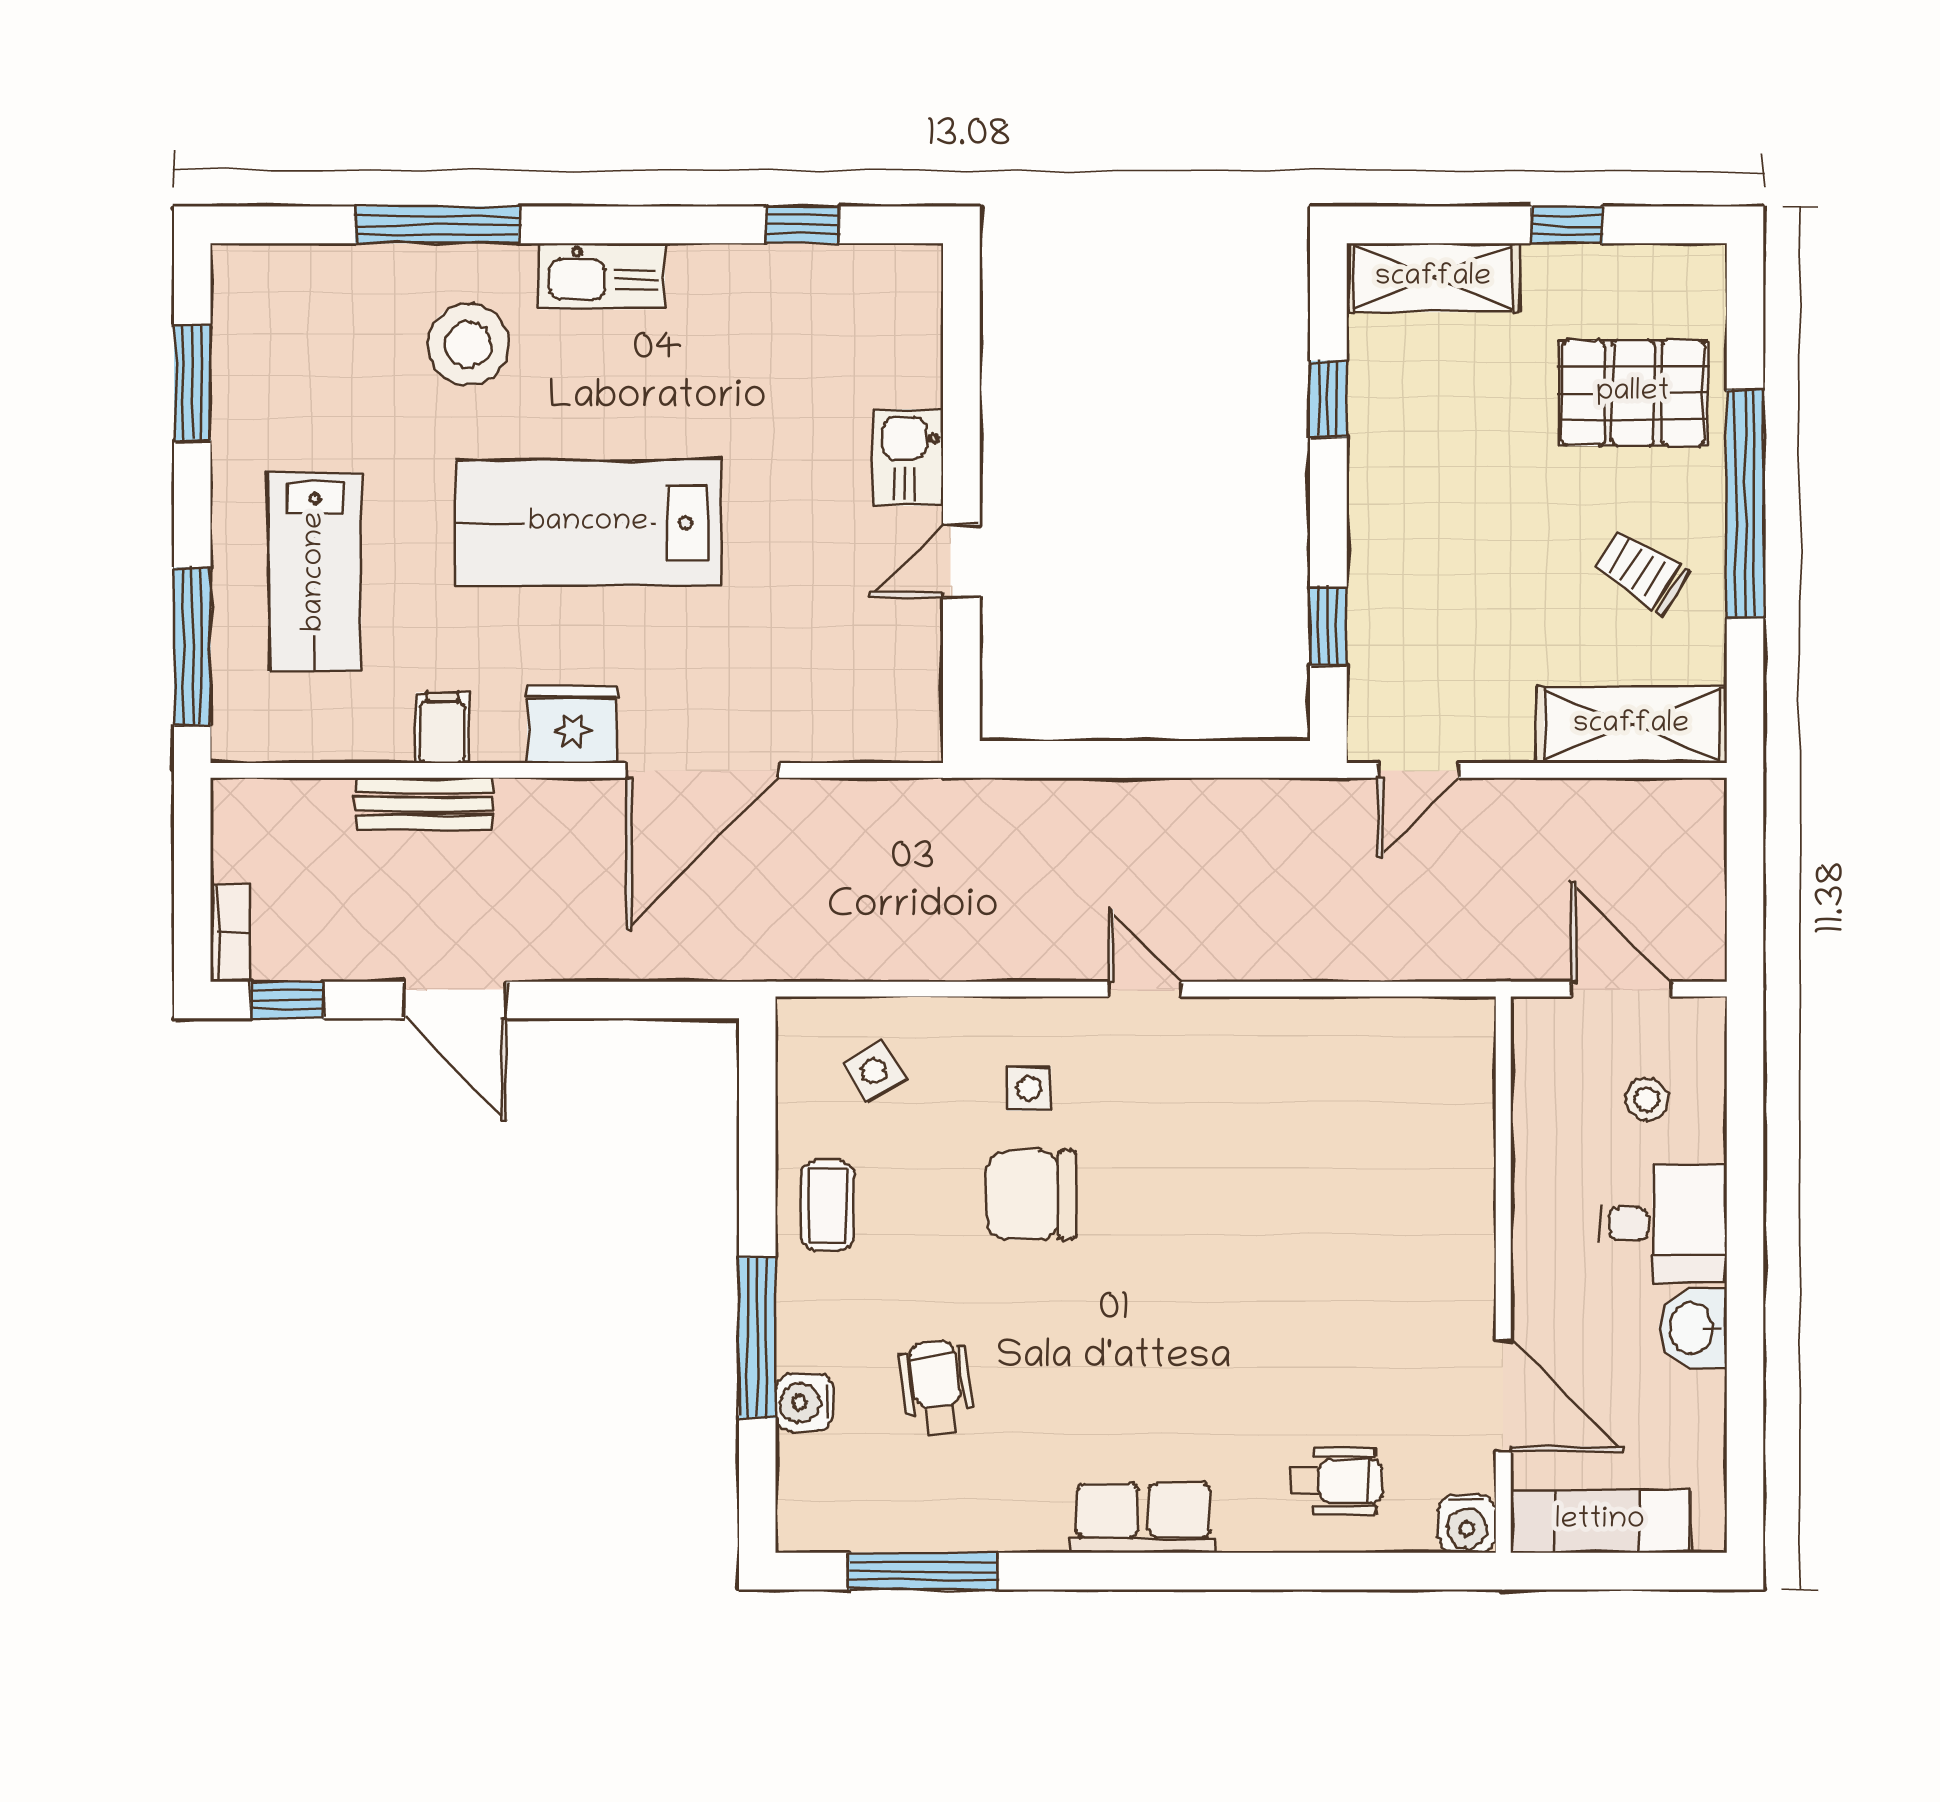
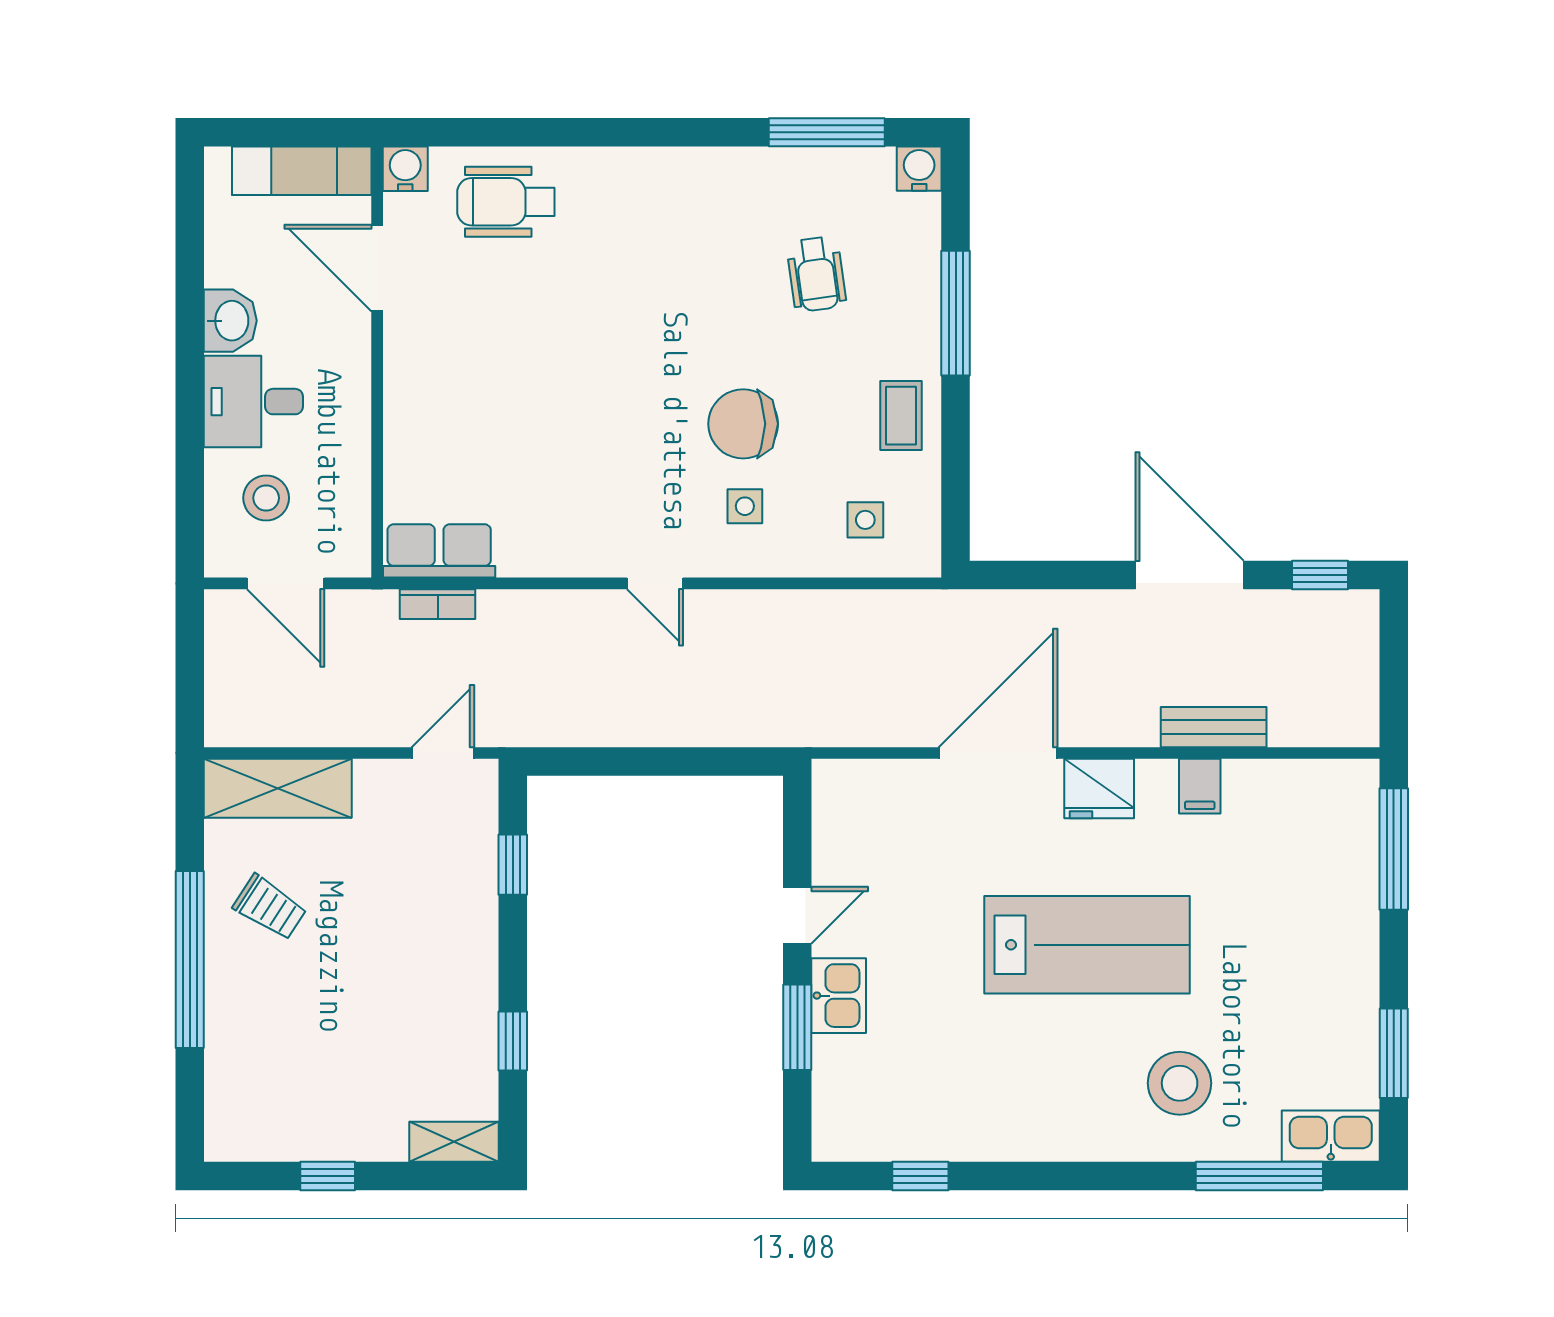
window: (438, 225) -> (1259, 1176), moved
kitchen sink: (602, 276) -> (1331, 1136), moved
shelving: (1433, 278) -> (454, 1142), width x0.67, depth x0.75
pallet: (1633, 393) -> (276, 1046), removed
window: (961, 417) -> (797, 1027), added
lab bench: (315, 572) -> (1299, 907), removed
bookcase: (230, 933) -> (438, 604), moved, turned -90
door: (455, 1000) -> (1190, 575), width x1.36
side table: (874, 1071) -> (865, 520), turned 32
stool: (1646, 1099) -> (266, 498), width x1.37, depth x1.37
chair: (1031, 1195) -> (743, 424), turned 180
water cooler: (804, 1402) -> (919, 169), moved, turned -90
wheelchair: (1337, 1481) -> (506, 202), width x1.36, depth x1.37
row of seats: (1143, 1518) -> (439, 551), moved, turned 180

